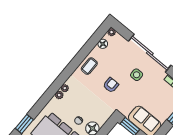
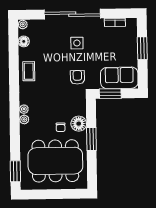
armchair: (111, 85) -> (77, 77), moved

